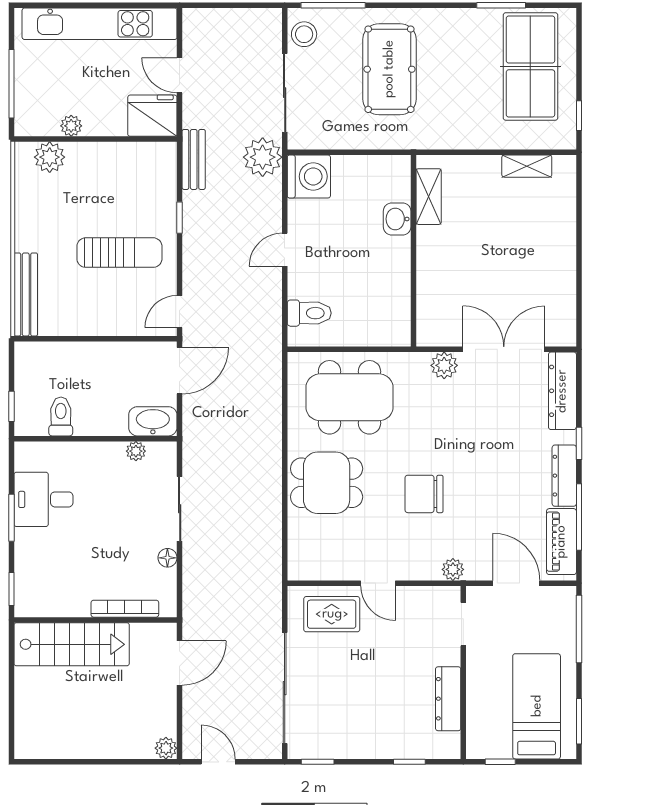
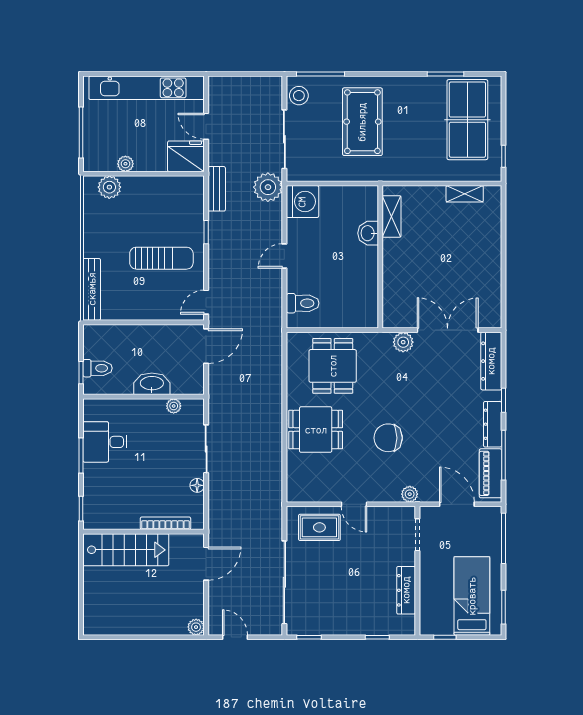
dining table: (349, 397) -> (333, 366), width x0.73
toilet: (61, 416) -> (98, 368), moved, turned 90
washbasin: (153, 421) -> (152, 384), moved

